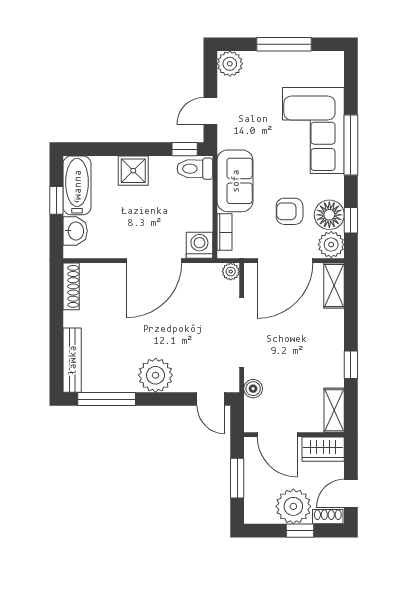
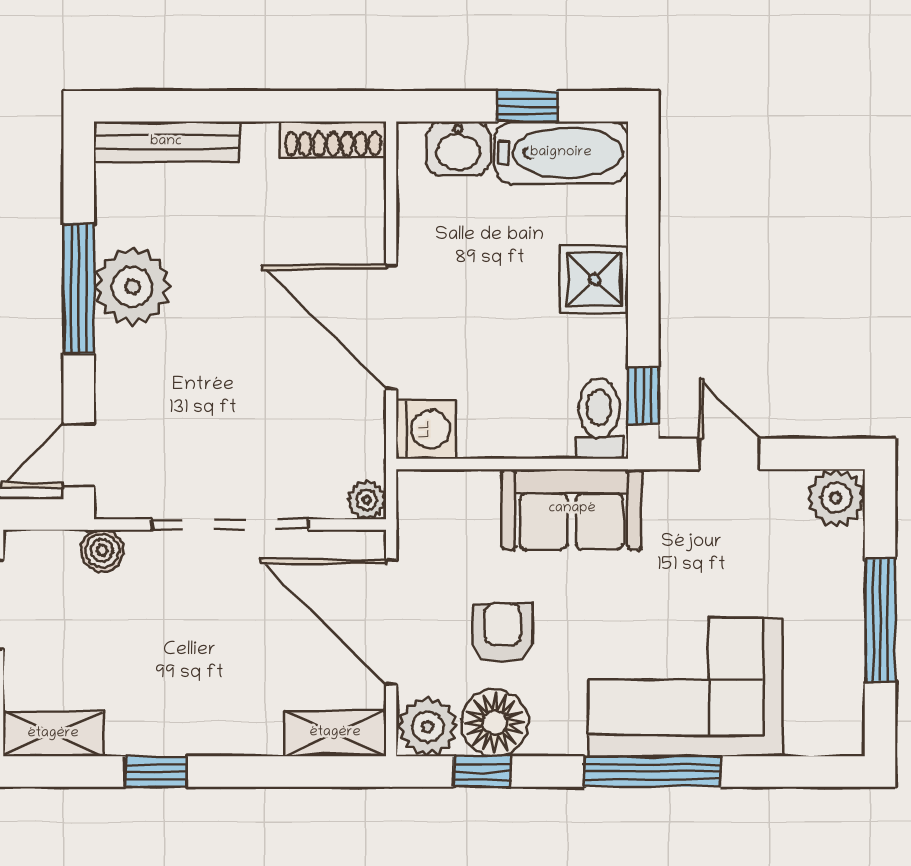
bookcase: (224, 232) -> (456, 486), removed
plant: (156, 375) -> (132, 287), moved
window: (107, 399) -> (79, 289), moved

